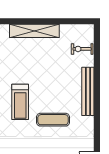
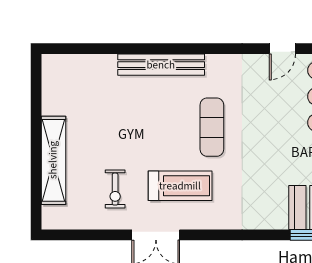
exercise bike: (82, 49) -> (115, 189), moved

